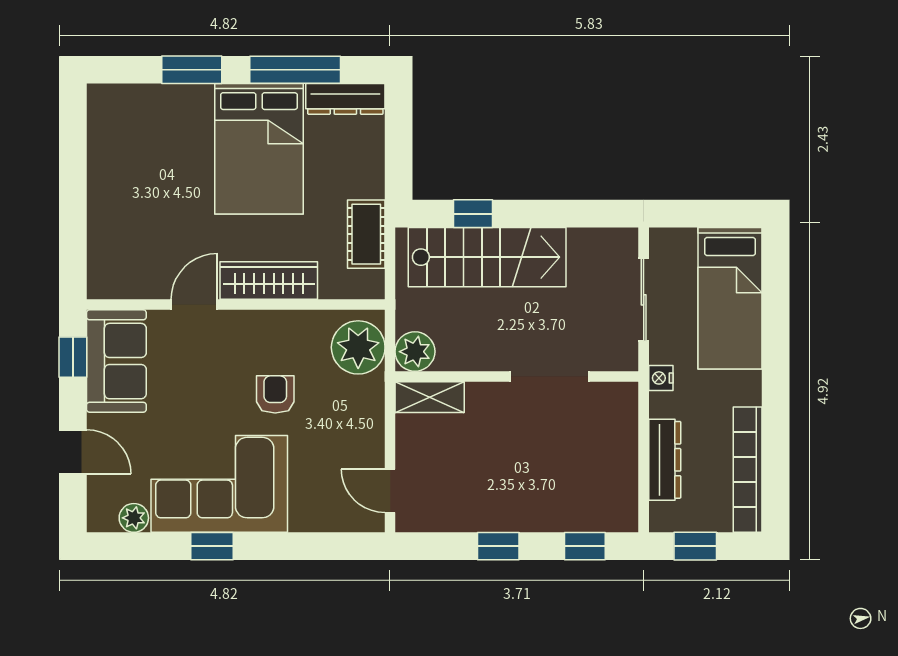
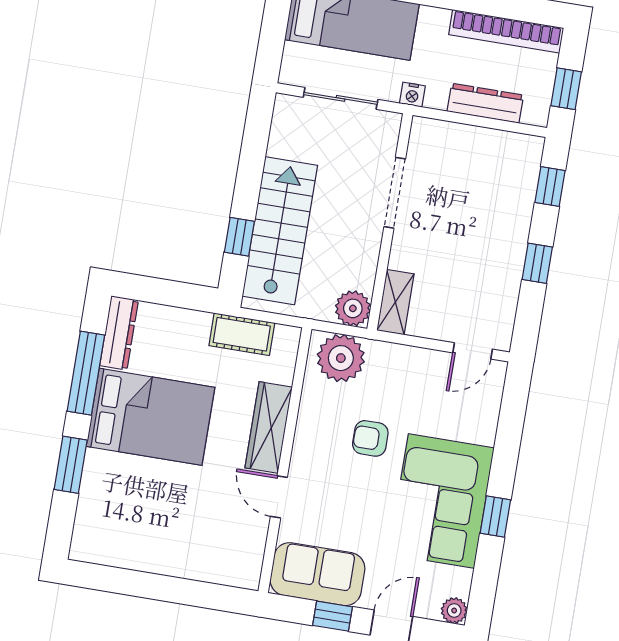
window: (73, 357) -> (333, 616), moved
plant: (134, 518) -> (454, 611), moved

